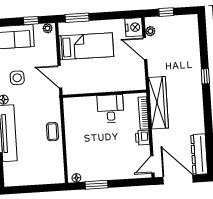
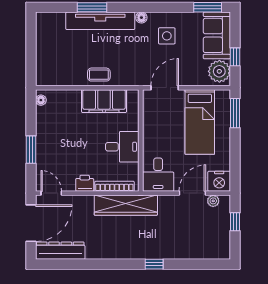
plant: (48, 28) -> (219, 71), width x1.88, depth x1.88
desk: (132, 78) -> (158, 175), added
filing cabinet: (74, 126) -> (104, 101), added
window: (96, 185) -> (31, 150), moved

